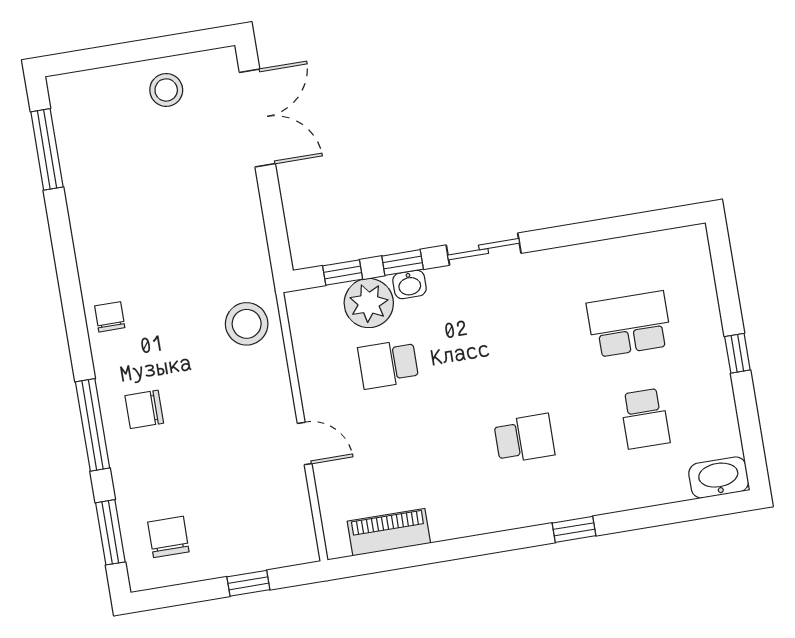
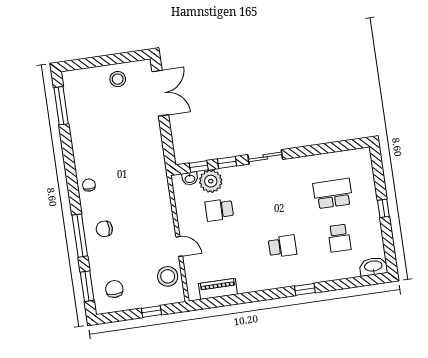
washbasin: (409, 284) -> (190, 179), moved
stool: (247, 324) -> (168, 276), moved

